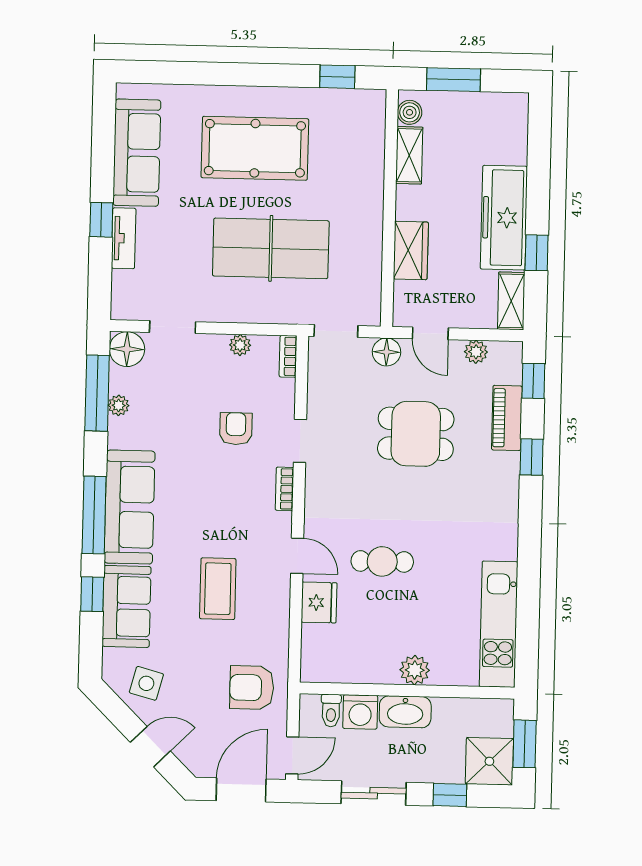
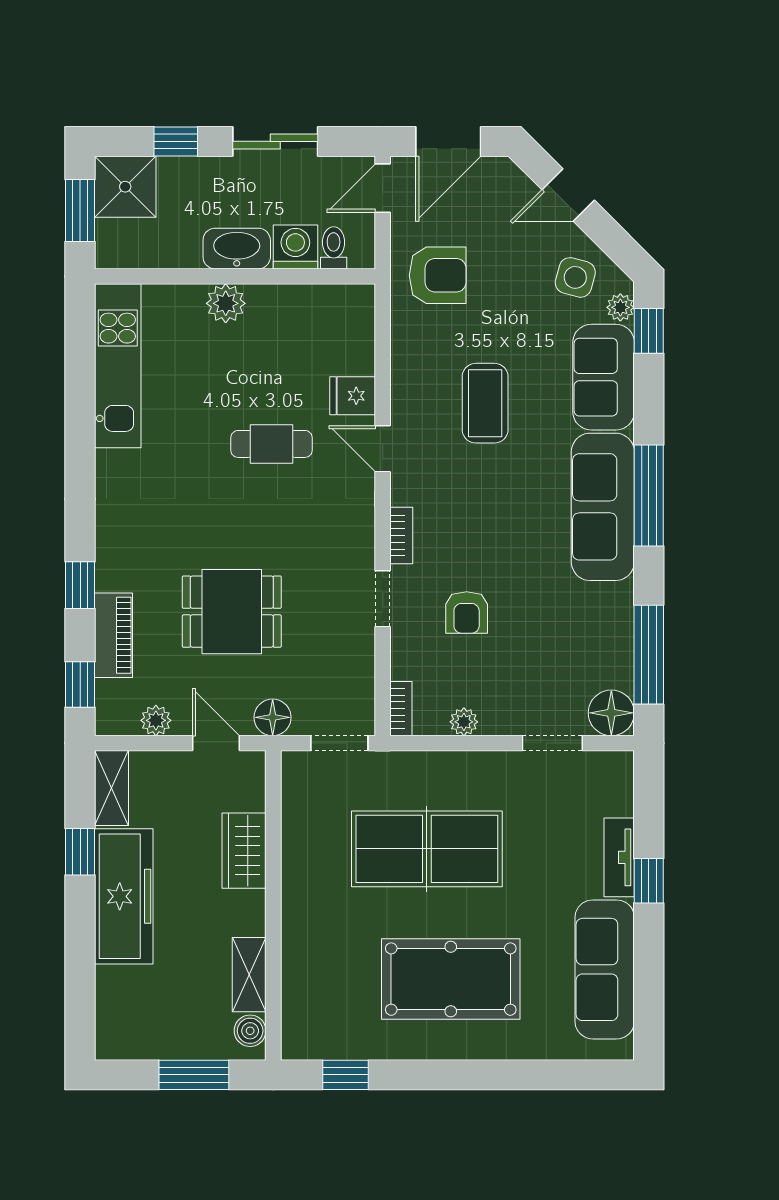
plant: (119, 405) -> (620, 307), moved
window: (92, 594) -> (649, 331), moved
fridge: (319, 602) -> (353, 396), width x0.72

